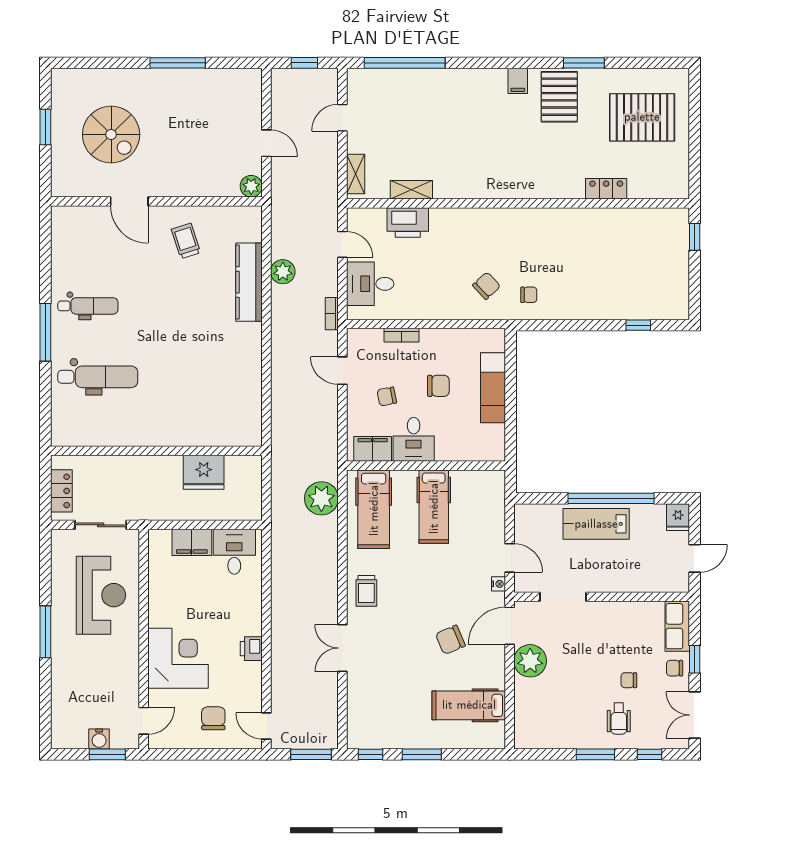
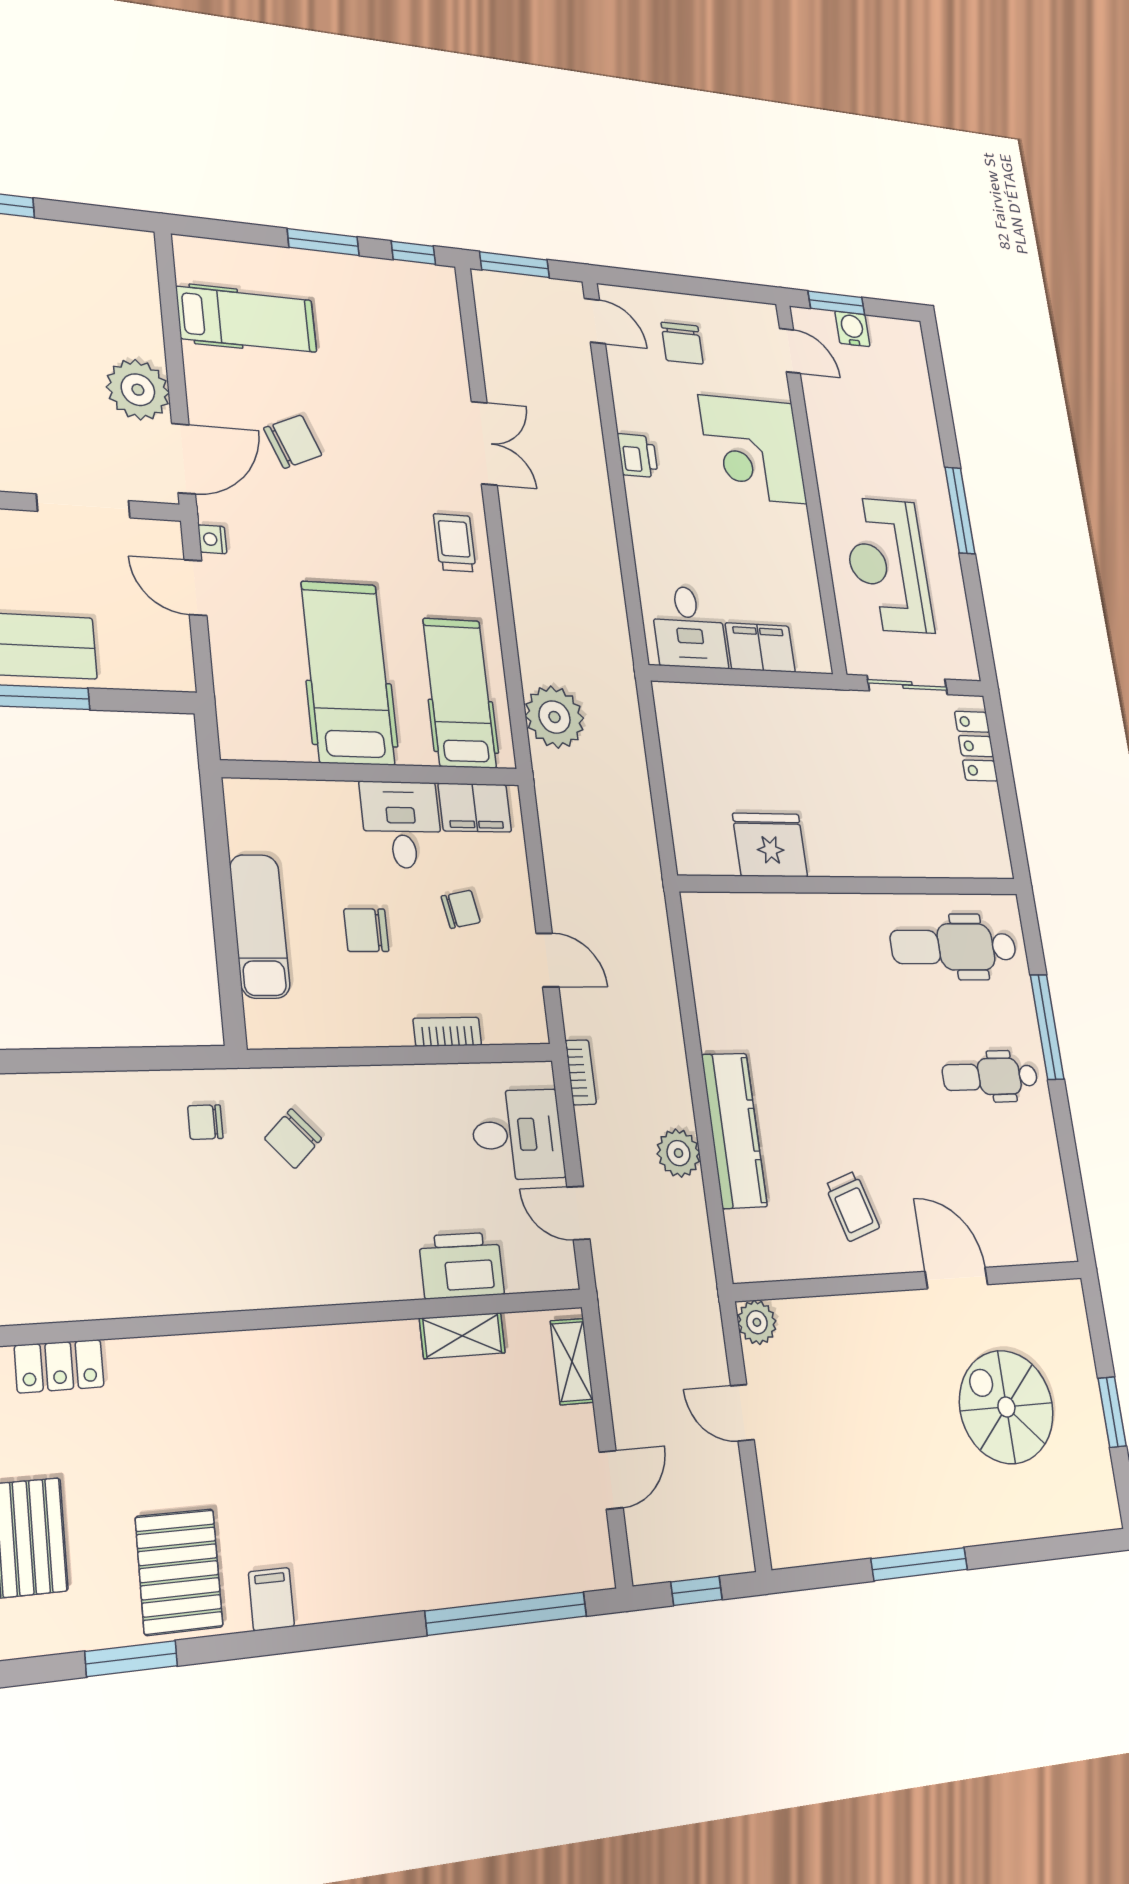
wall: (156, 451) -> (852, 885), moved
fridge: (204, 472) -> (770, 845), moved
hospital bed: (434, 507) -> (348, 673), width x1.37, depth x1.29
door: (144, 721) -> (790, 351), swing flipped

